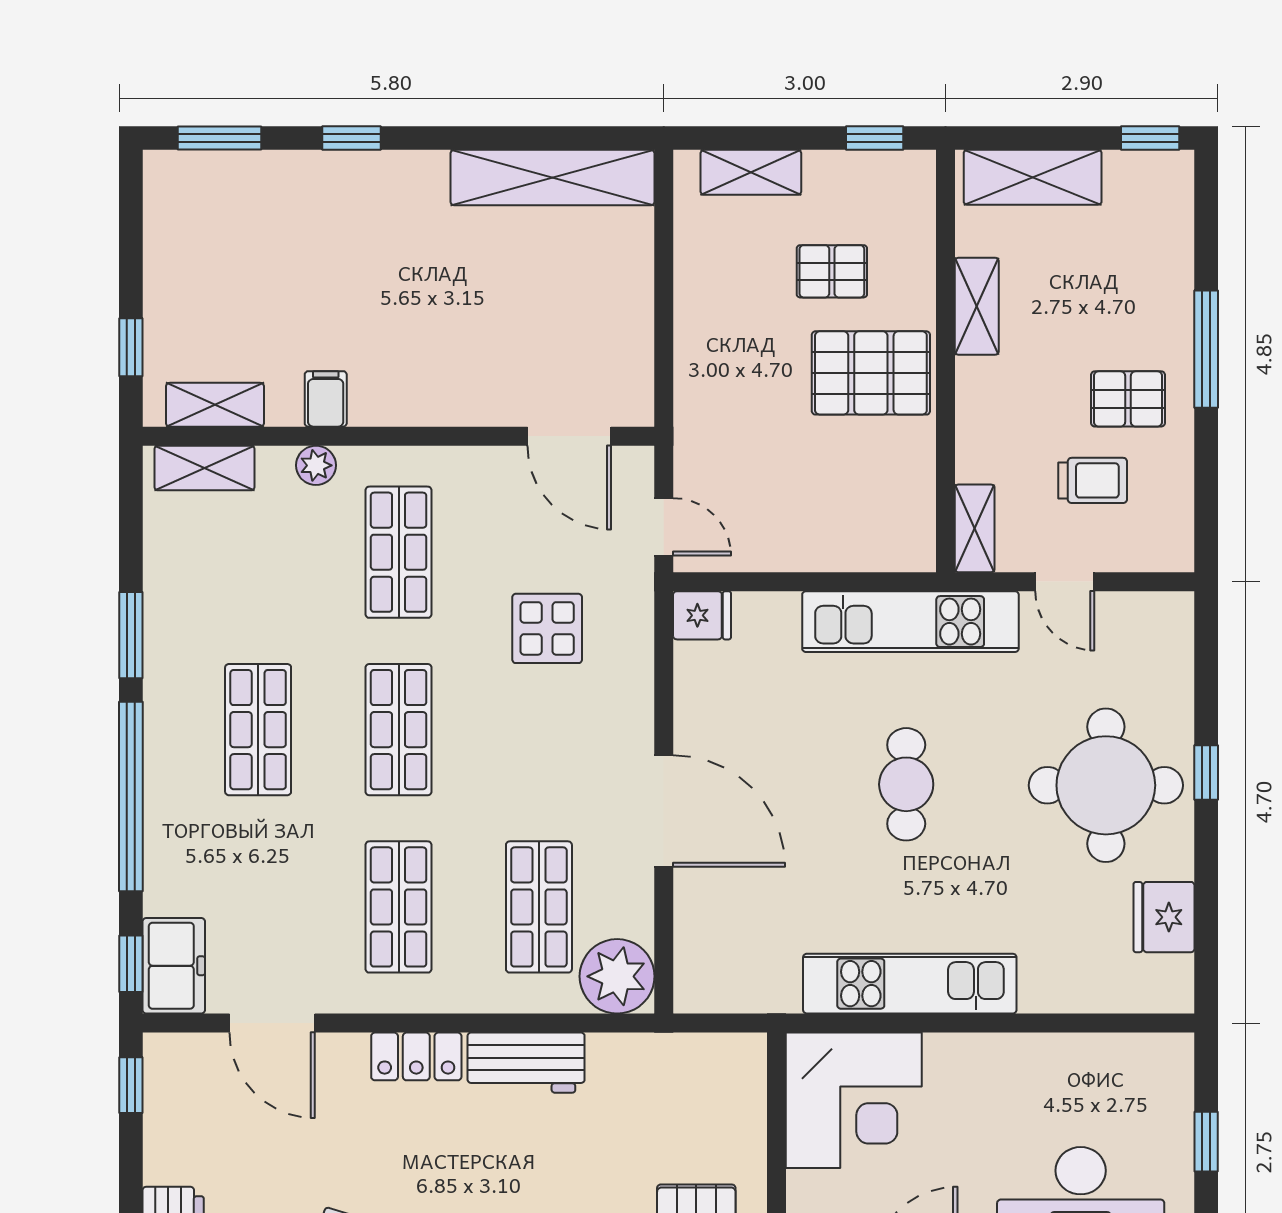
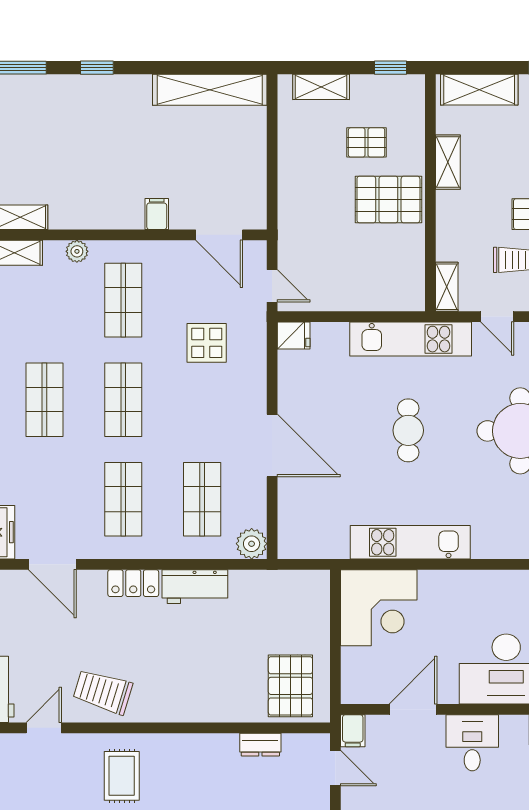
filing cabinet: (326, 399) -> (157, 214), moved
plant: (617, 976) -> (252, 544), width x0.73, depth x0.73

